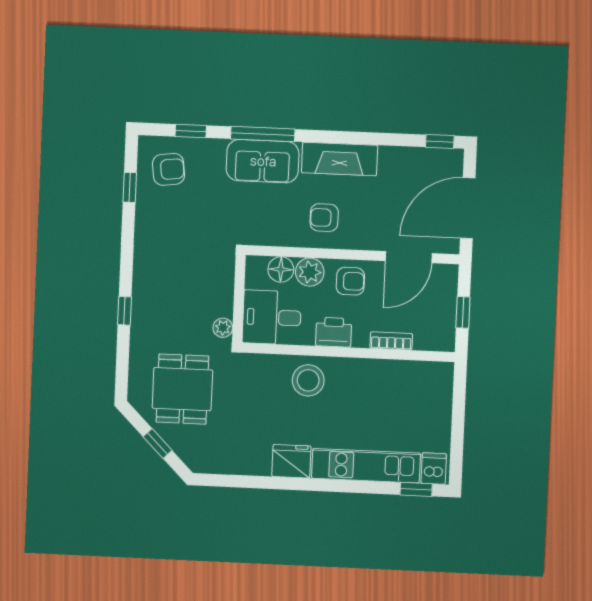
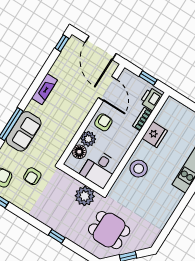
fireplace: (340, 159) -> (44, 89), width x0.73, depth x0.76
armchair: (324, 218) -> (32, 176), moved
plant: (223, 328) -> (85, 196), width x1.88, depth x1.88
printer: (334, 332) -> (151, 99), moved
fridge: (291, 461) -> (155, 134), moved, turned 180

